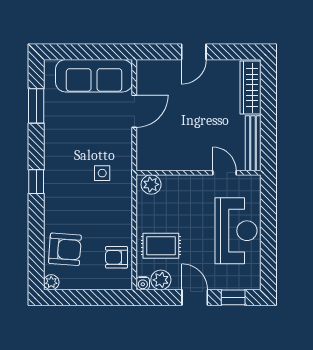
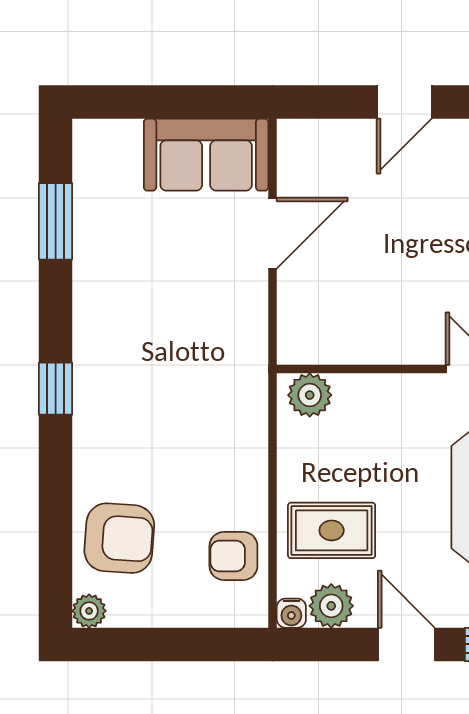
sofa: (94, 76) -> (206, 155), width x0.73
side table: (102, 173) -> (202, 370), removed

